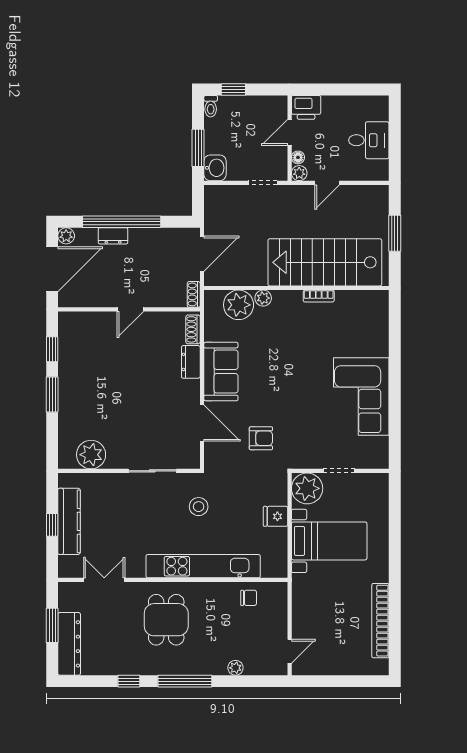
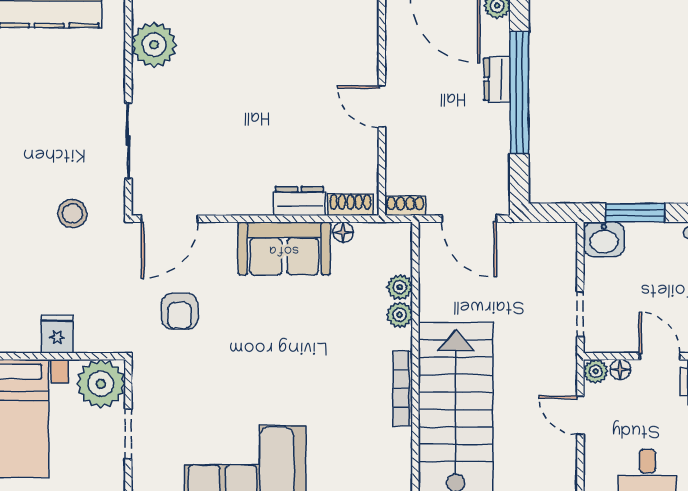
bookcase: (319, 296) -> (403, 388), width x1.56
plant: (239, 305) -> (400, 287), width x0.53, depth x0.53
floor lamp: (210, 334) -> (343, 232), added
door: (202, 423) -> (170, 219), moved

